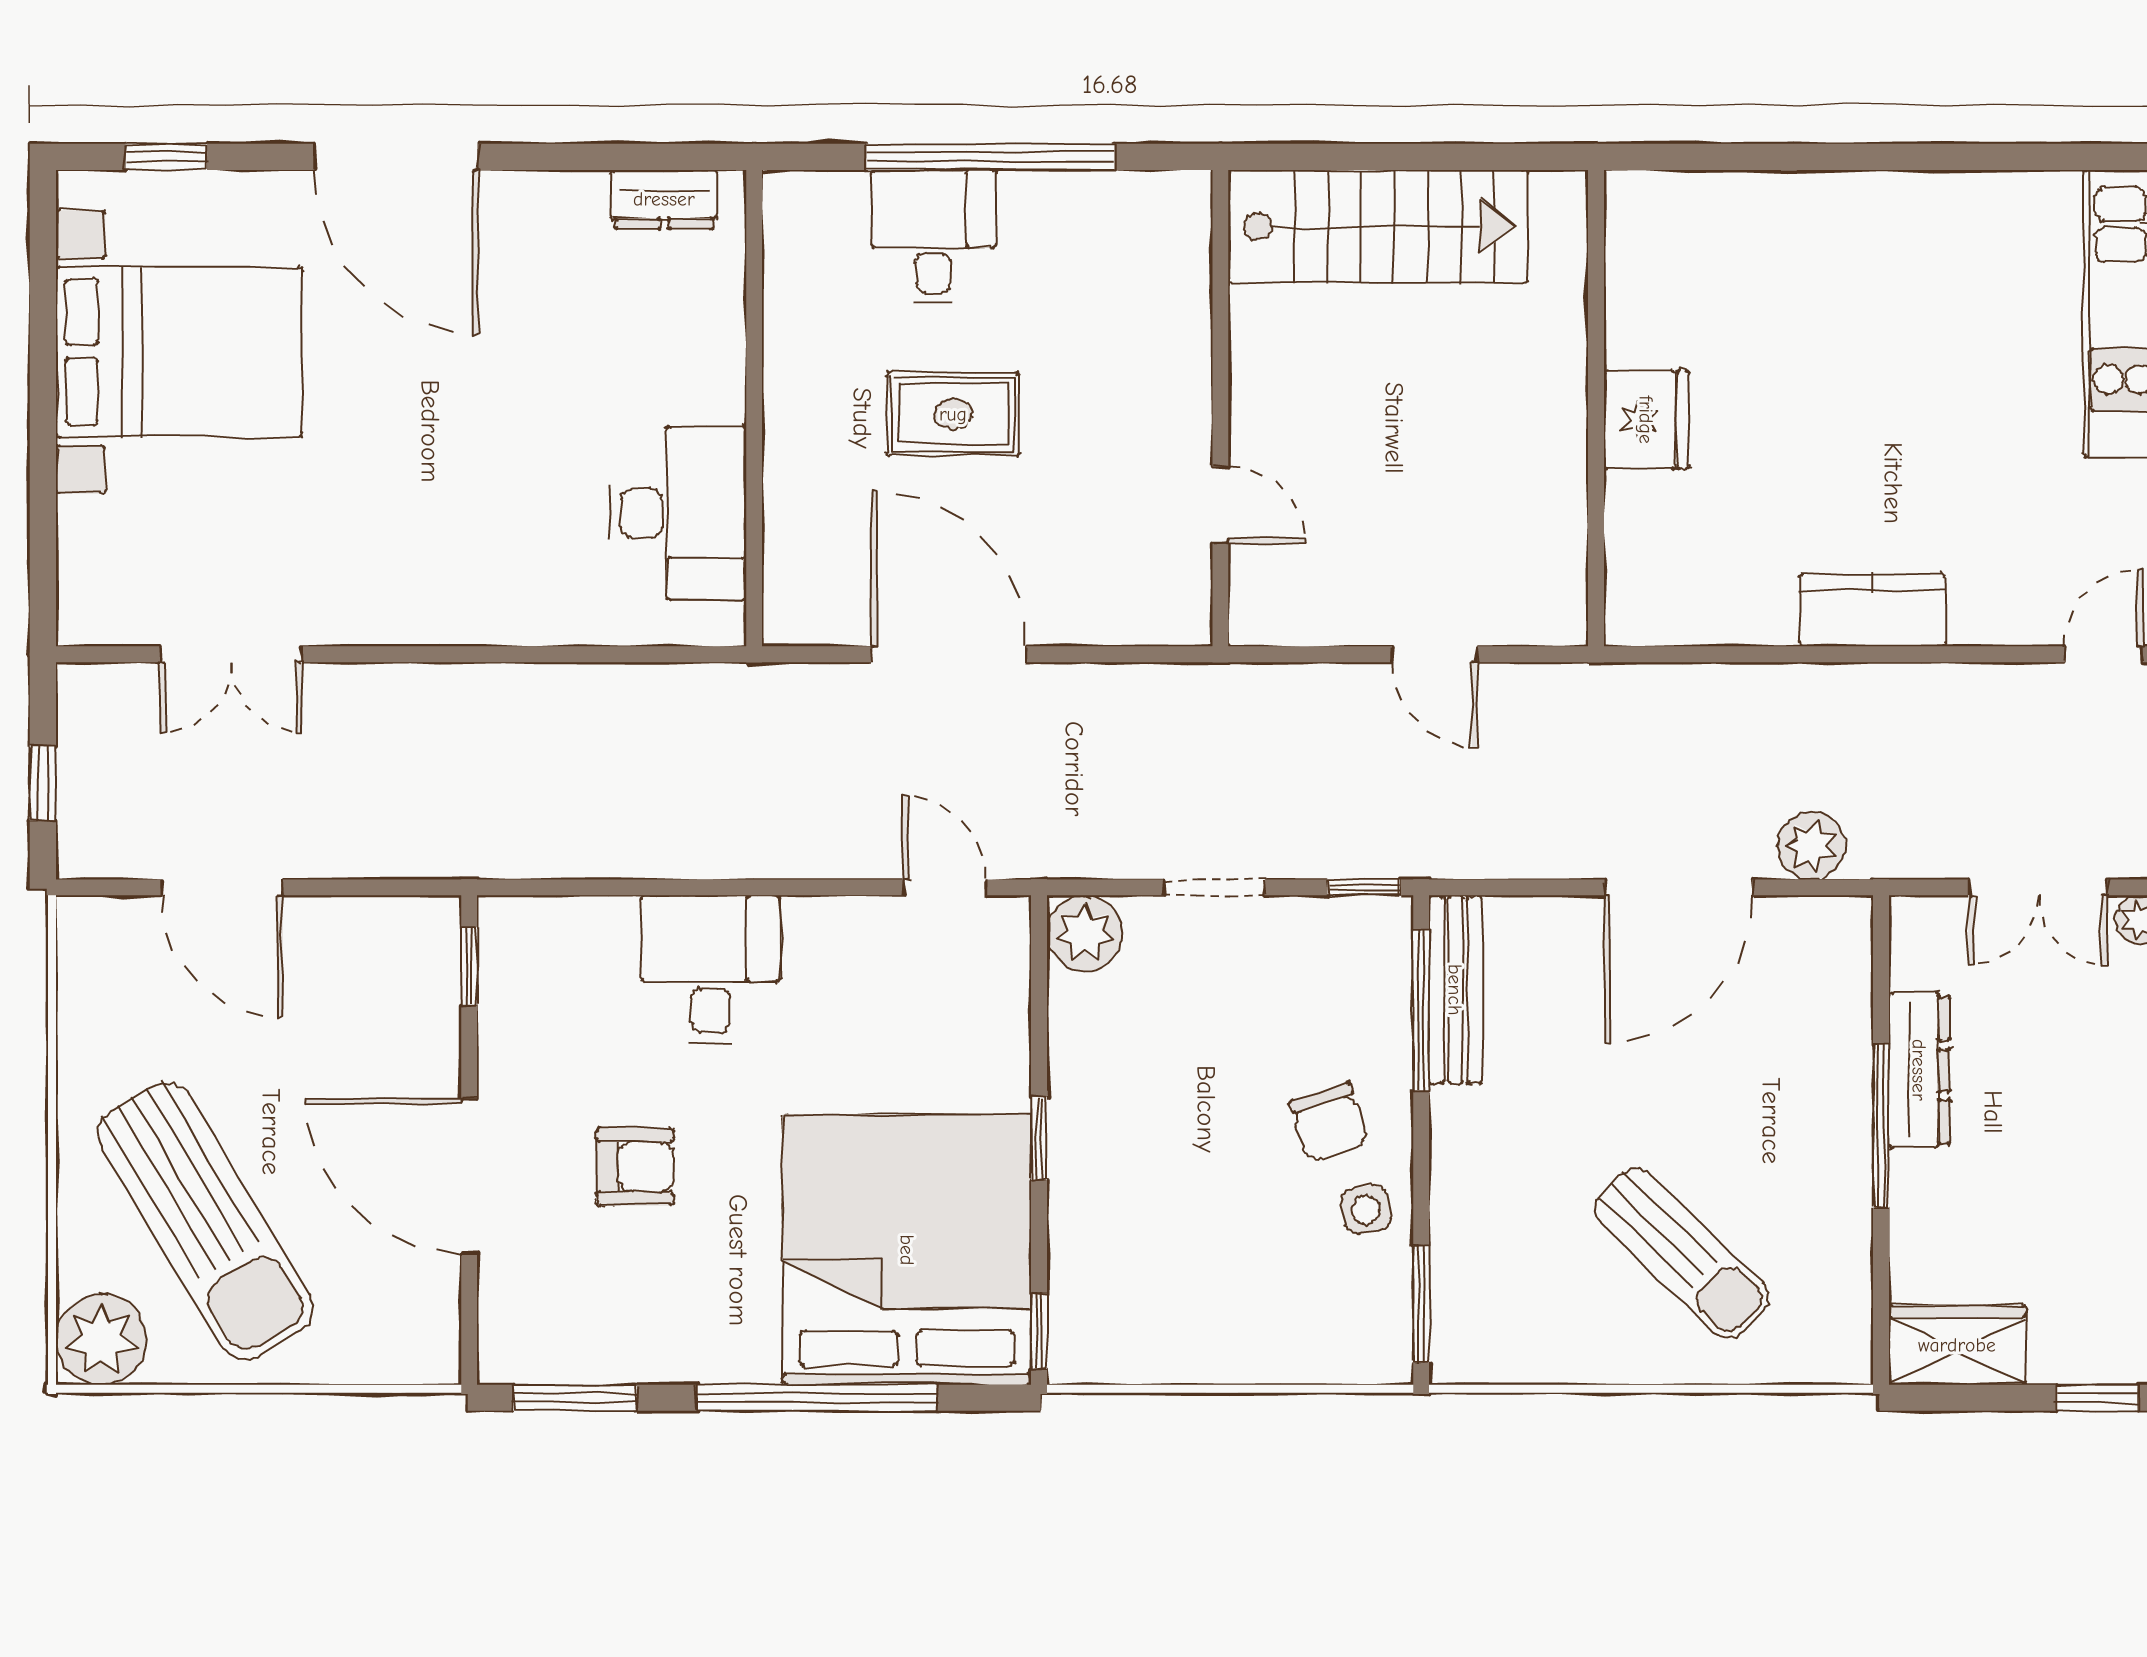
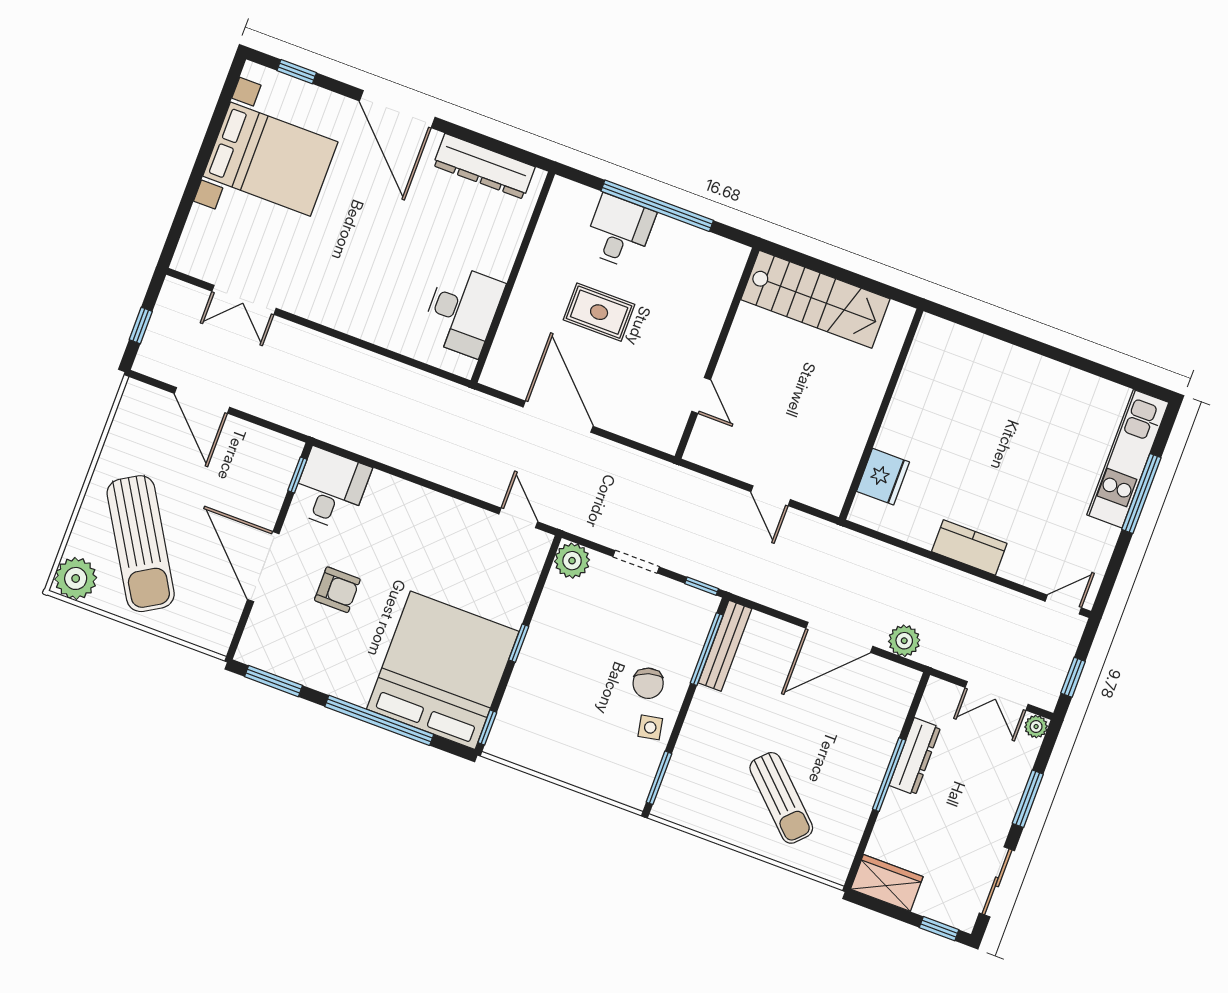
dresser: (664, 199) -> (484, 166), width x1.96, depth x1.24
fridge: (1646, 420) -> (883, 477), moved
desk: (710, 970) -> (330, 489), moved

